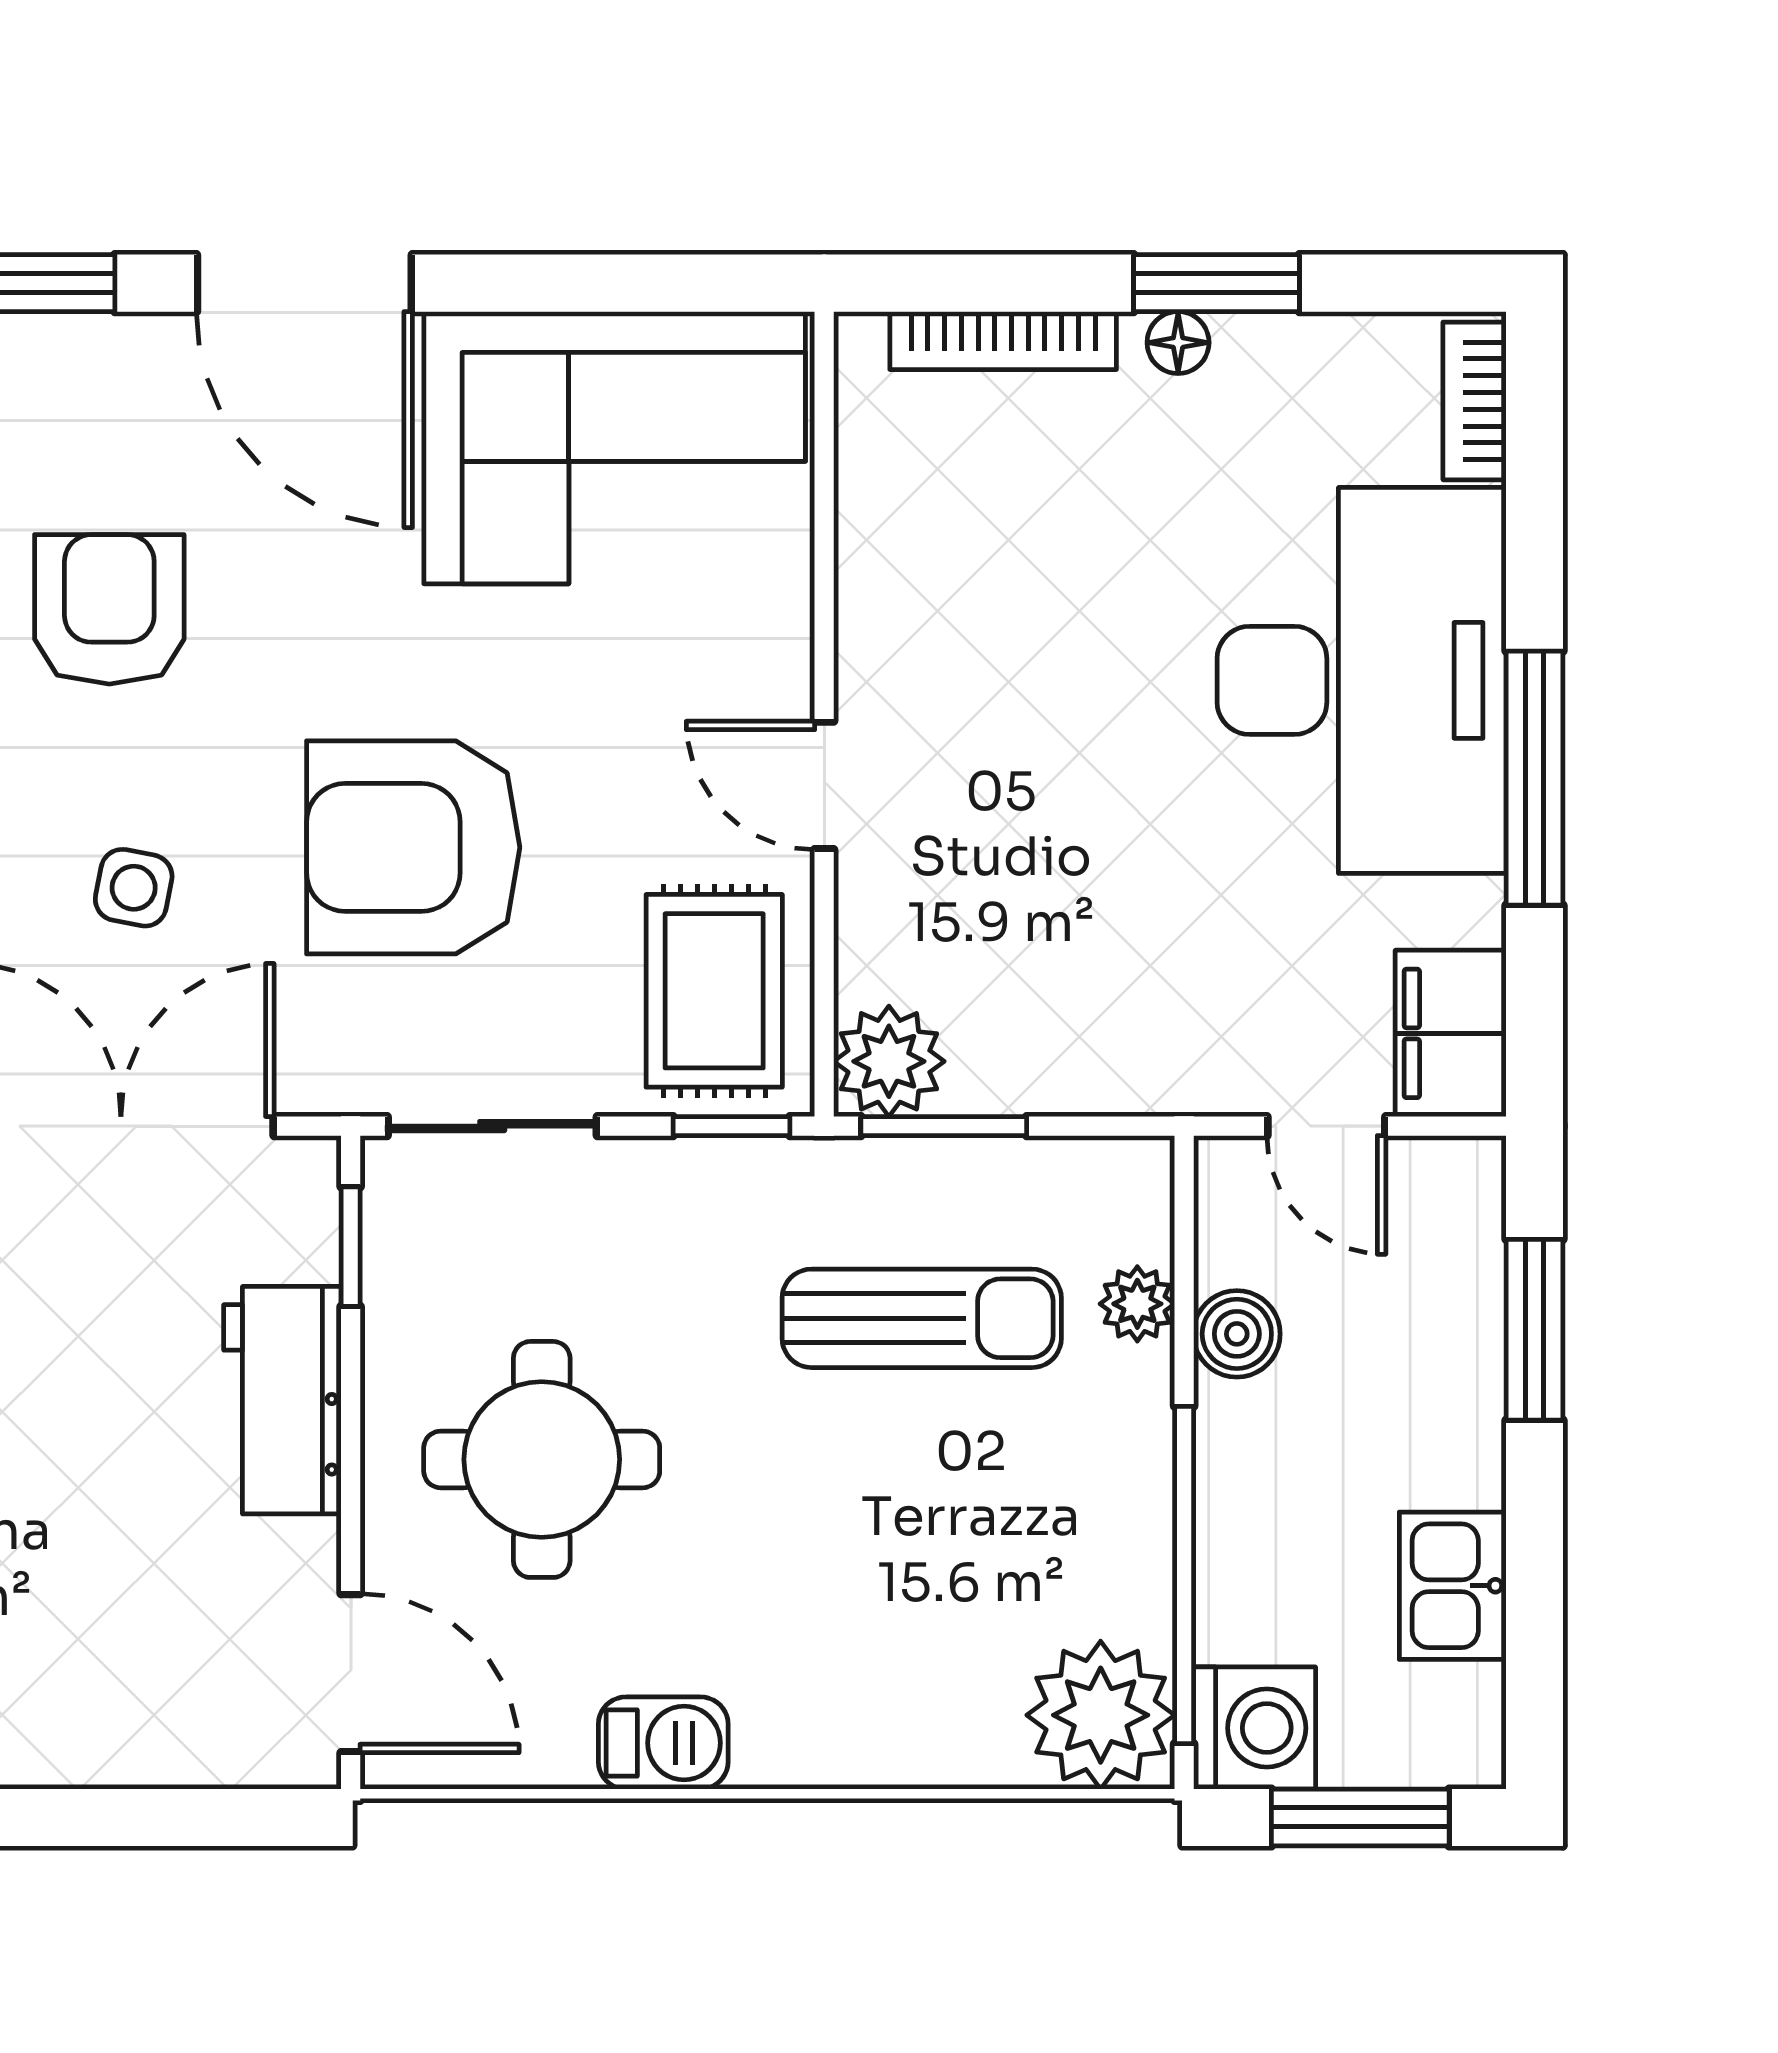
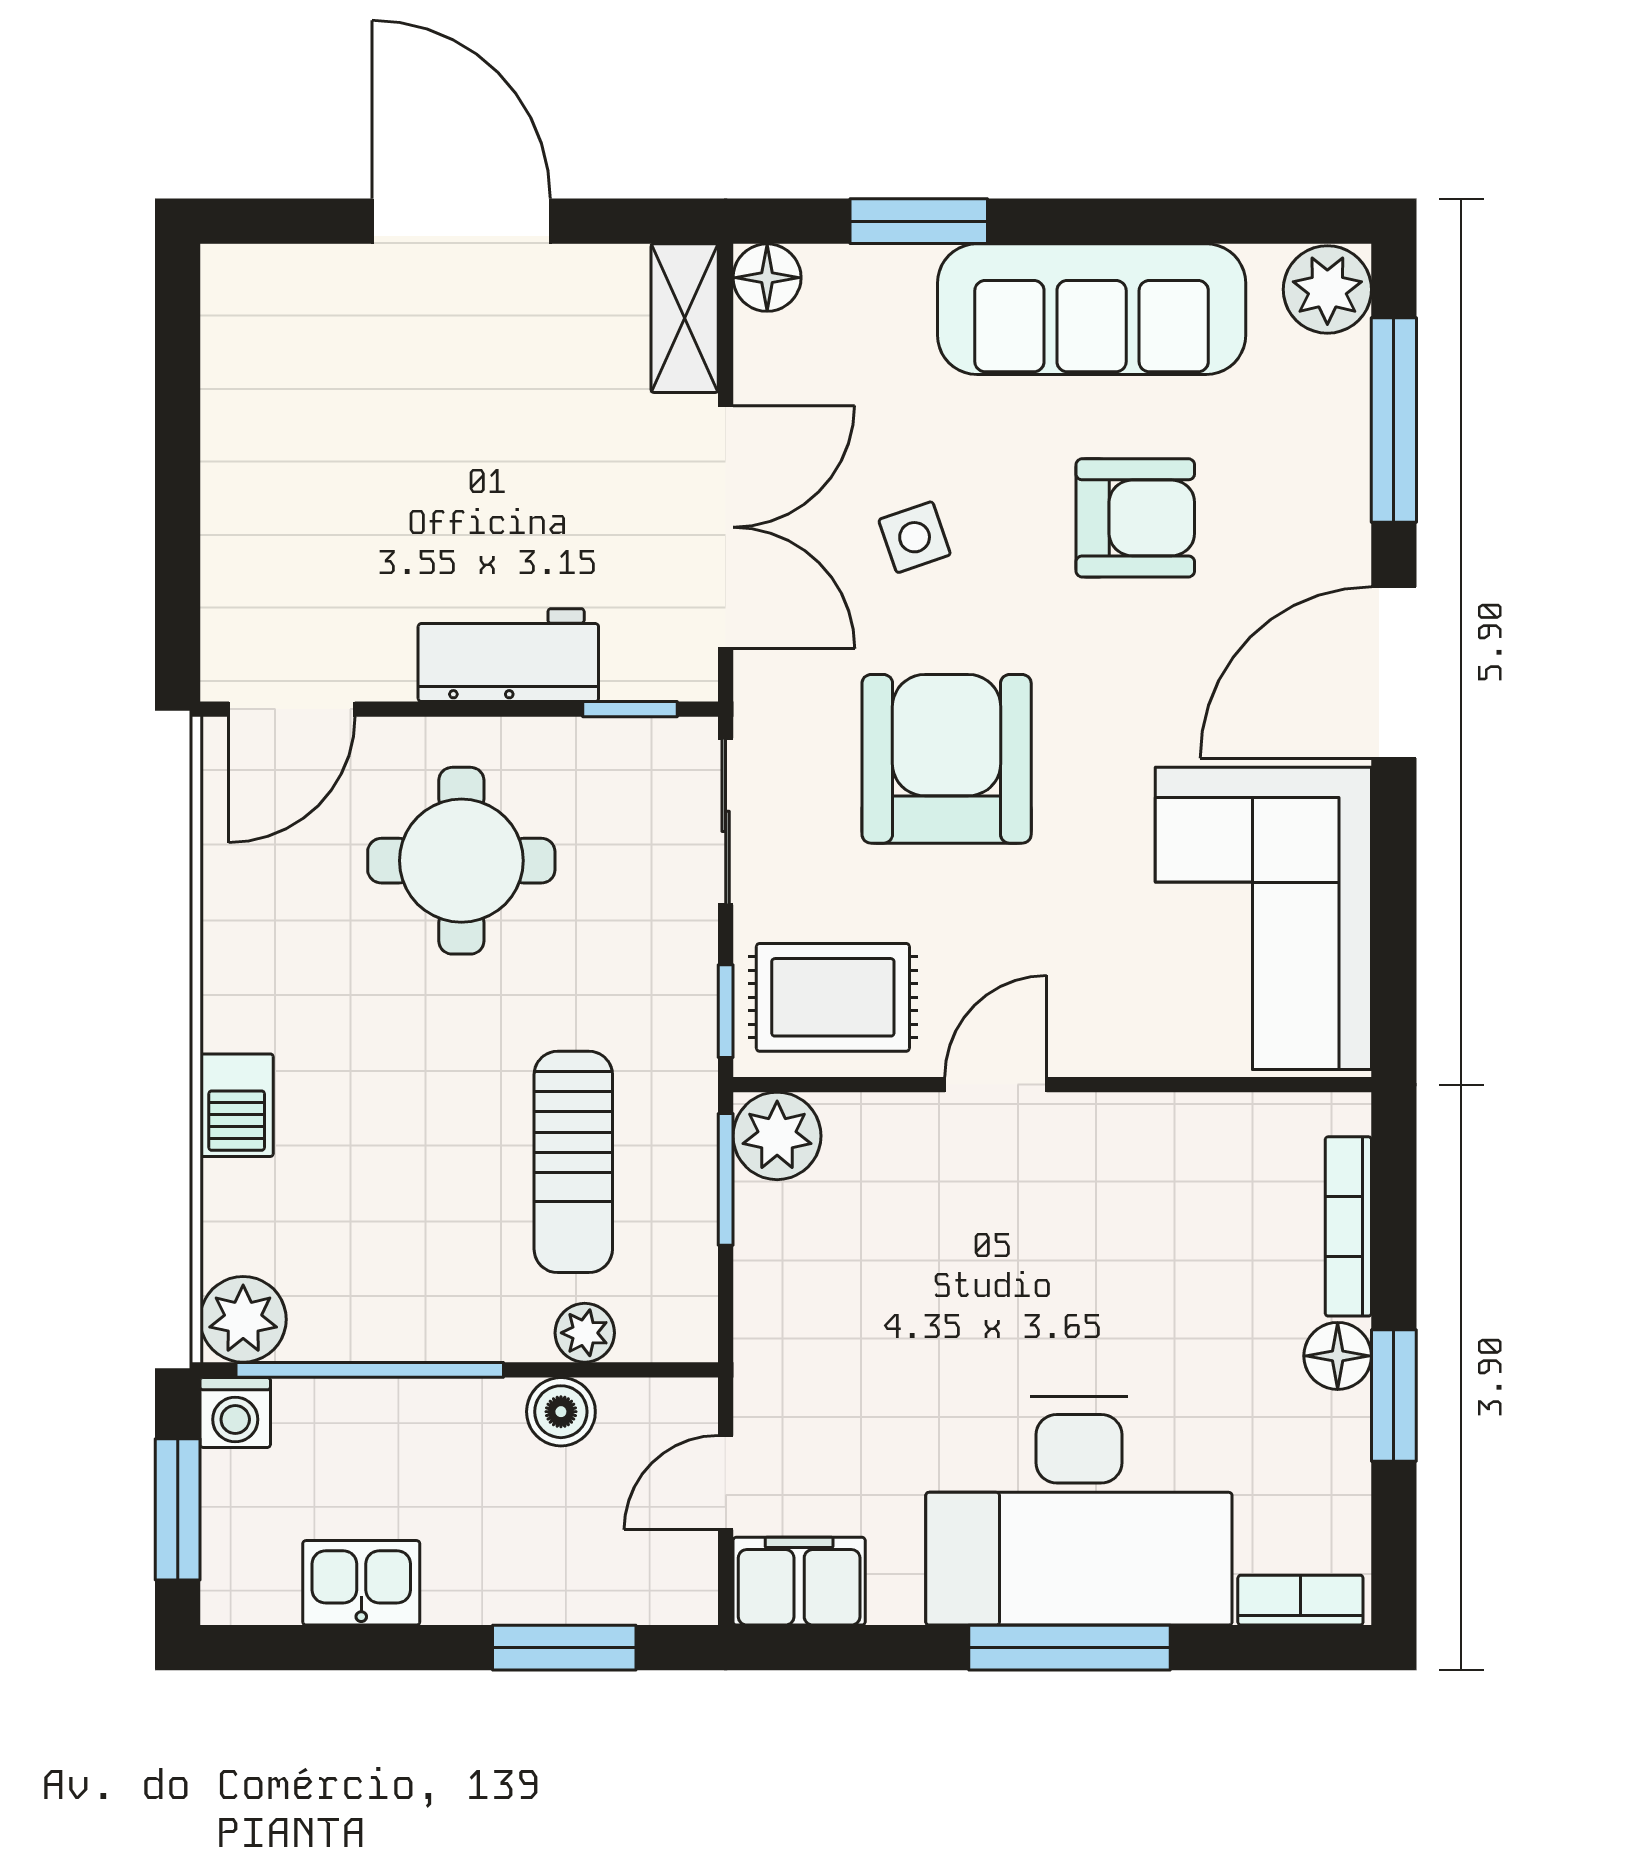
floor lamp: (1178, 343) -> (1338, 1356), width x1.37, depth x1.37
window: (1534, 778) -> (1070, 1648), moved
side table: (134, 888) -> (915, 537), turned -30
plant: (1101, 1715) -> (243, 1319), width x0.73, depth x0.73
washing machine: (1255, 1728) -> (235, 1412), width x0.73, depth x0.73
barbecue: (663, 1743) -> (237, 1105), moved

